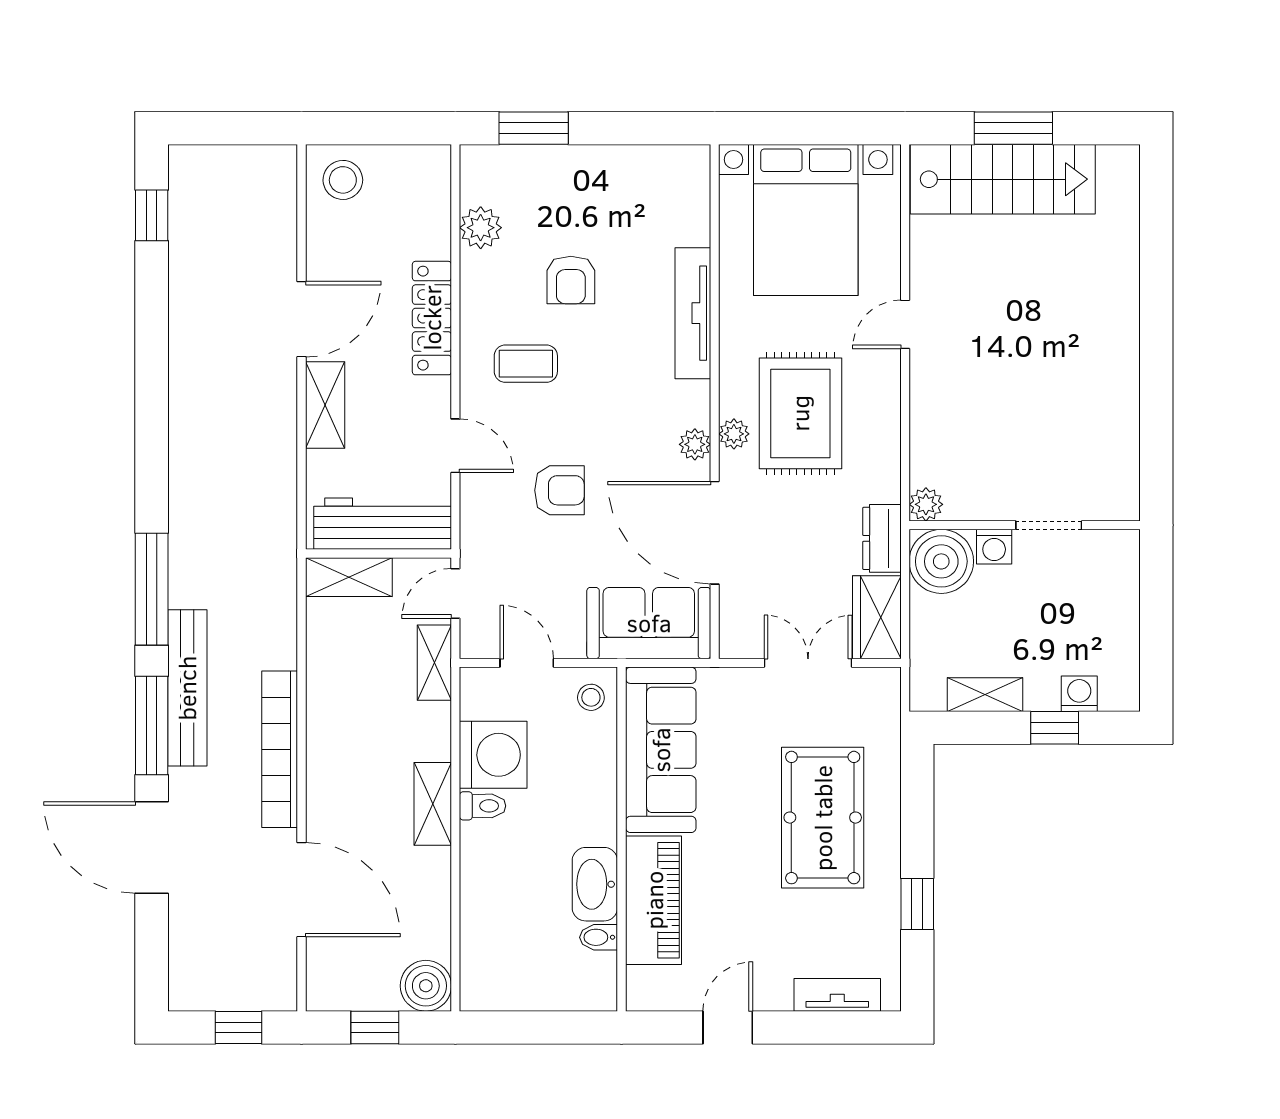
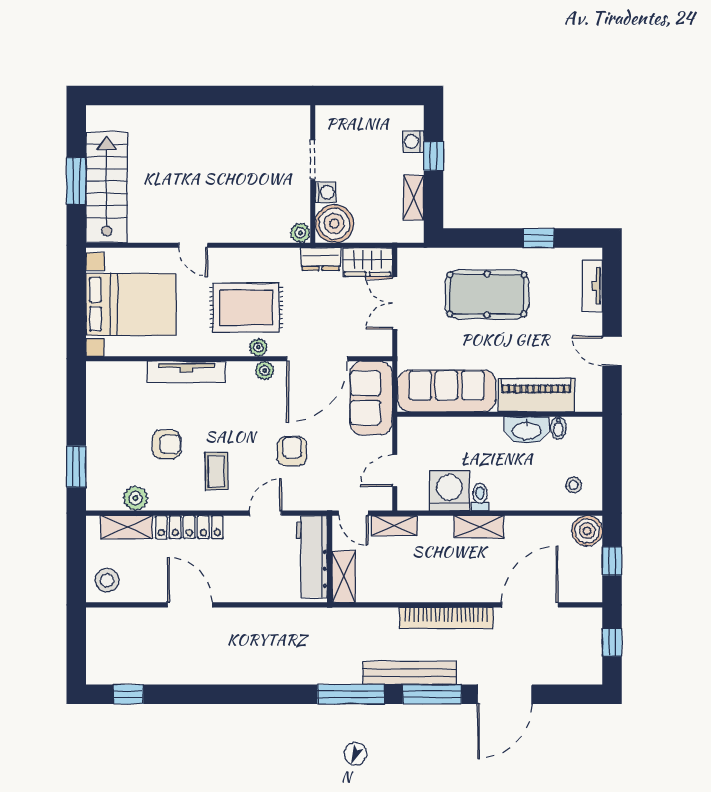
shelving: (325, 405) -> (127, 527), moved
stool: (591, 697) -> (574, 485), moved

